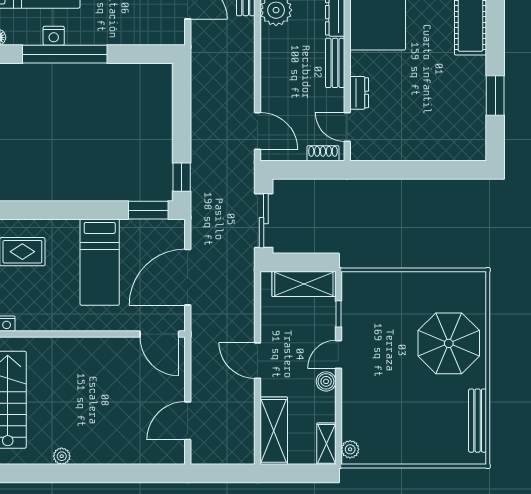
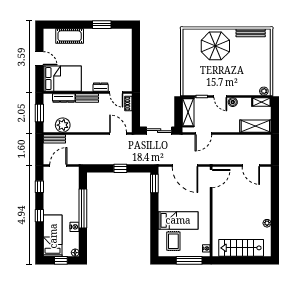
window: (65, 54) -> (83, 209), moved
door: (347, 127) -> (116, 92), hinge flipped
door: (258, 131) -> (118, 133), hinge flipped
window: (182, 177) -> (120, 168), moved
bed: (100, 262) -> (178, 220), moved
door: (258, 361) -> (203, 133), moved

